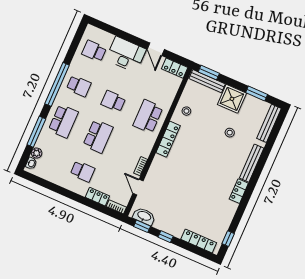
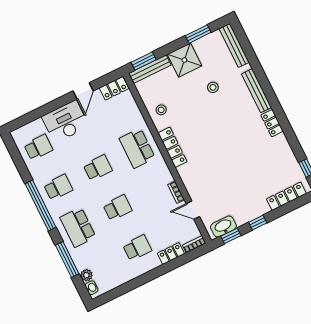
door: (156, 49) -> (83, 91), hinge flipped
school desk: (94, 51) -> (38, 147), turned 180
school desk: (113, 101) -> (98, 168), turned 180
school desk: (63, 121) -> (78, 227), turned 180
school desk: (98, 136) -> (117, 208), width x0.54

